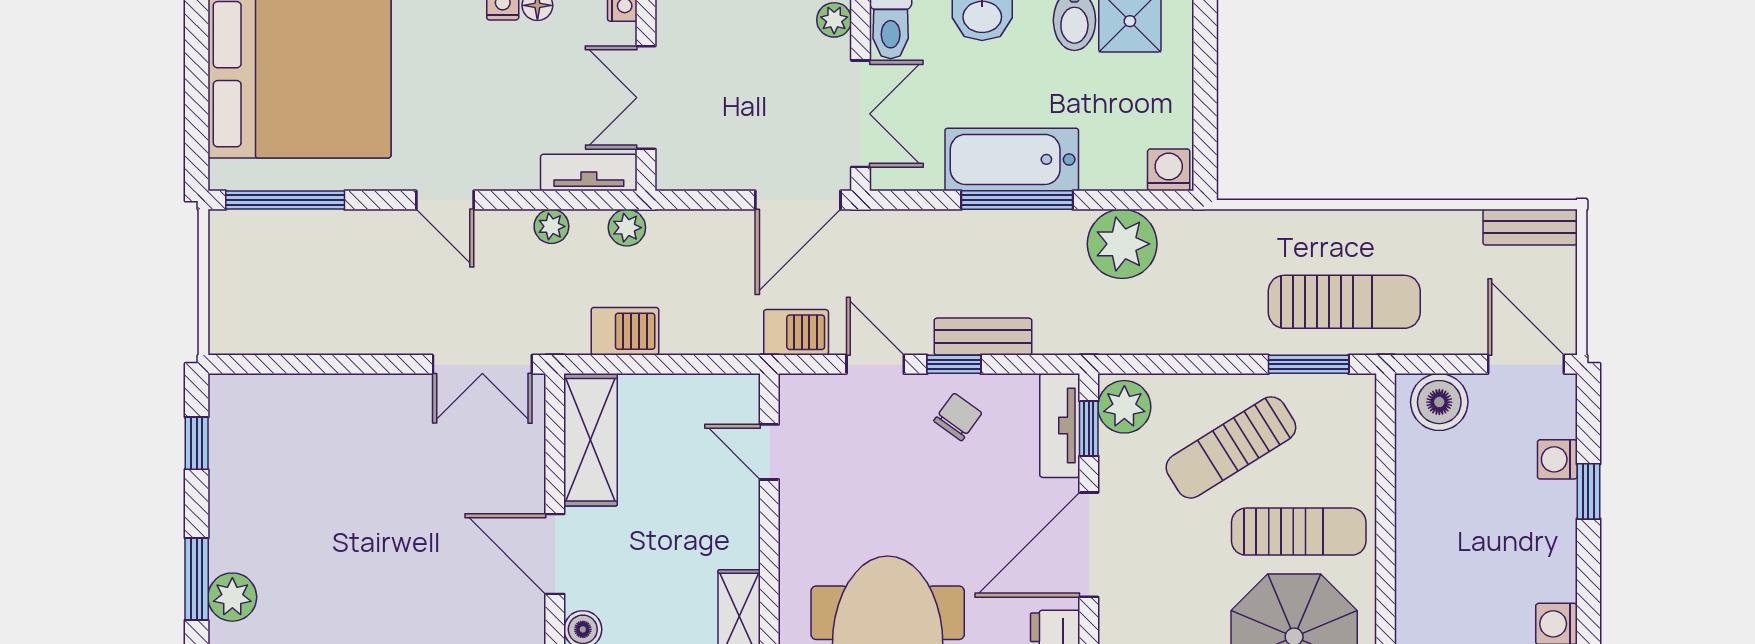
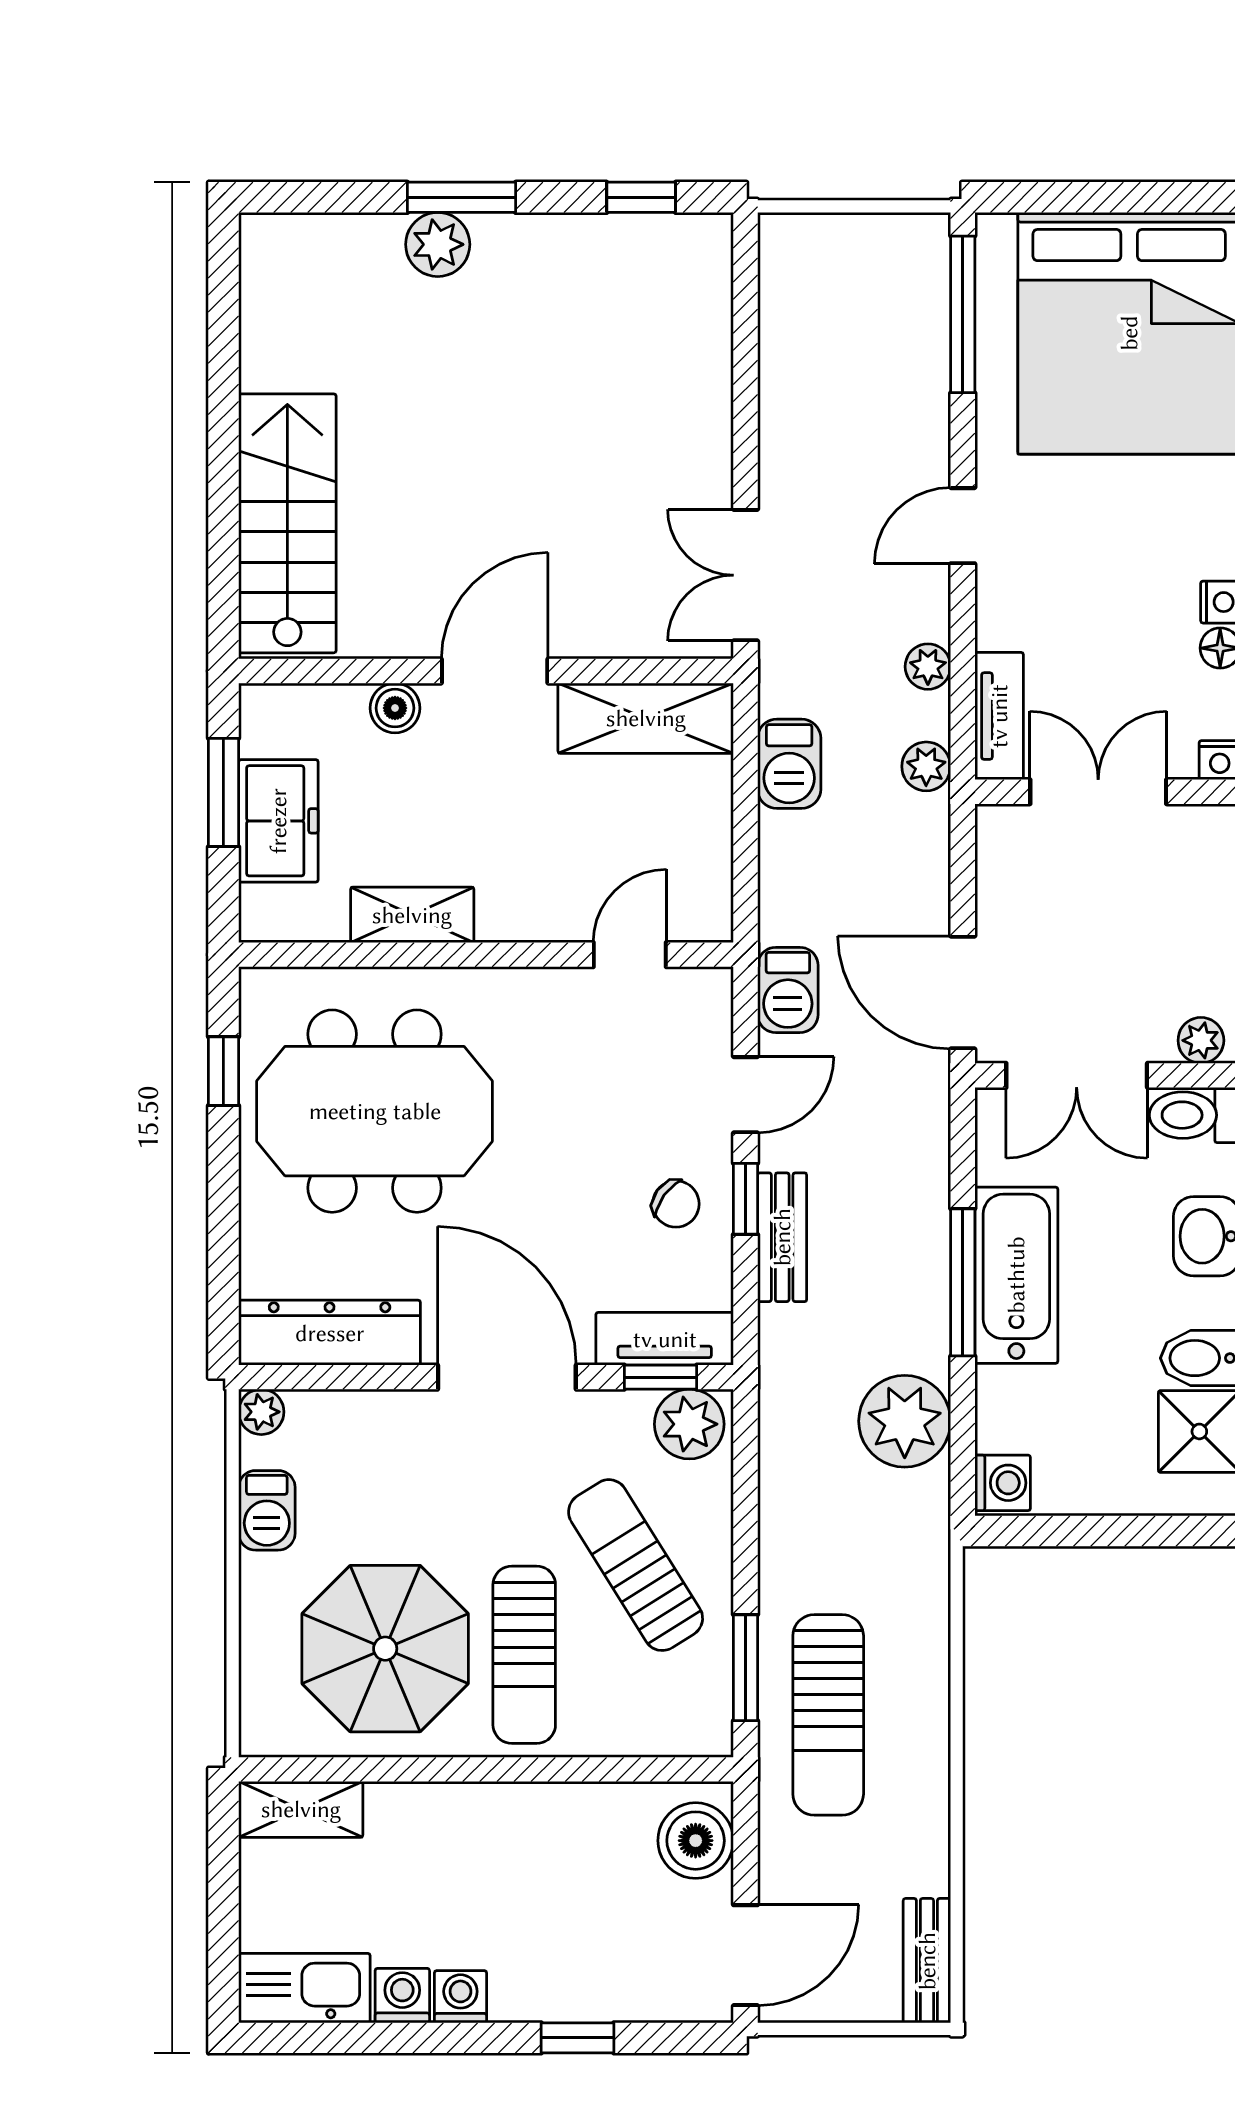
washing machine: (1557, 459) -> (460, 1997), moved

